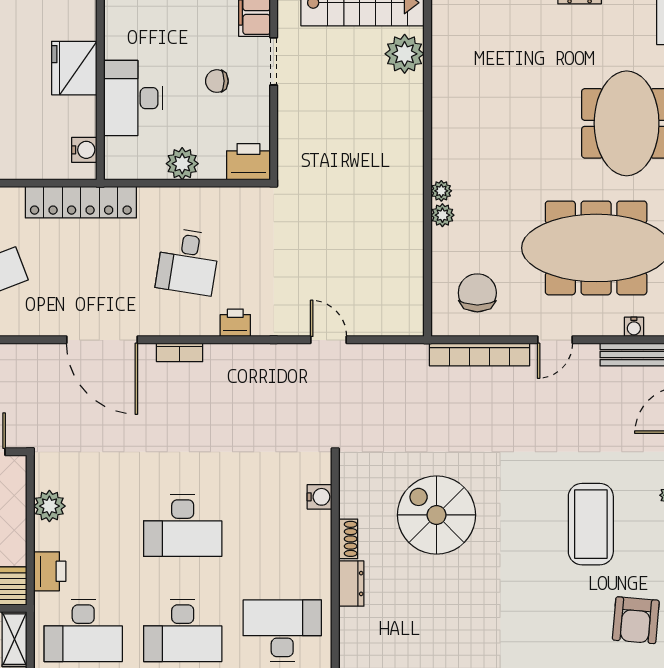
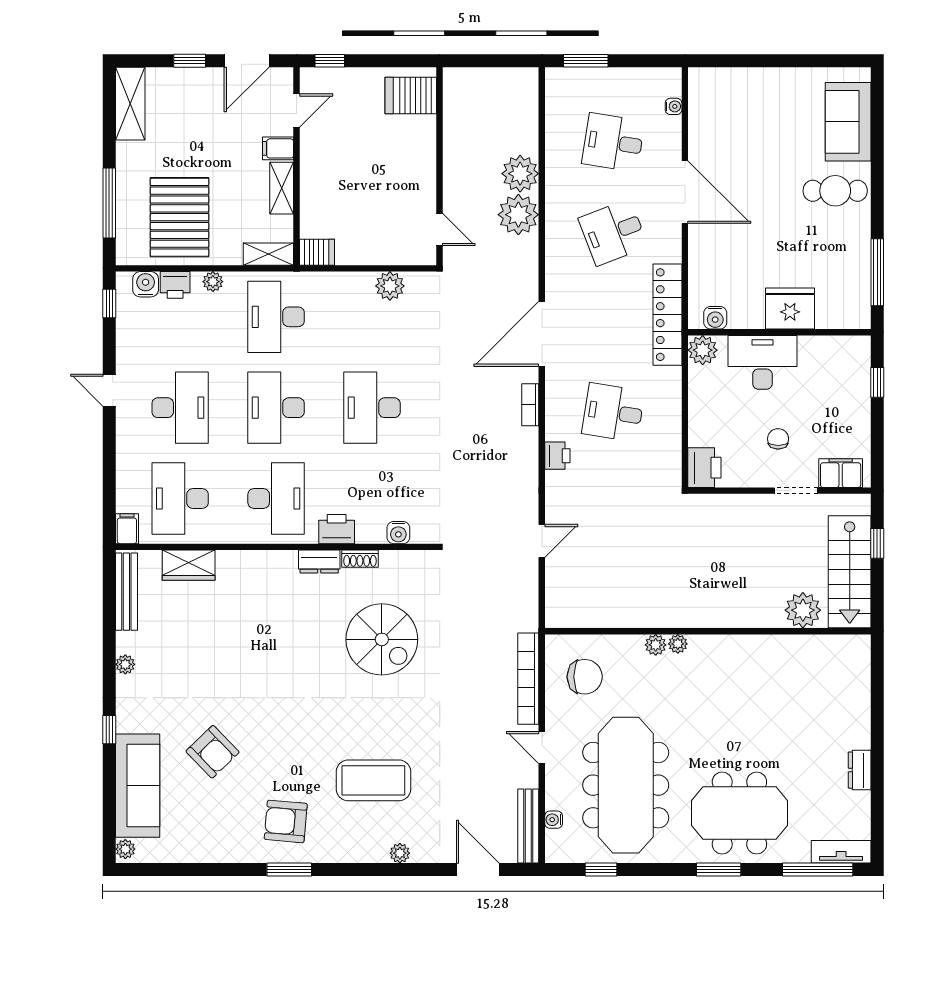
plant: (182, 164) -> (703, 350), moved
spiral stairs: (437, 515) -> (382, 639), turned 90
printer: (50, 571) -> (337, 529), moved, turned 180

